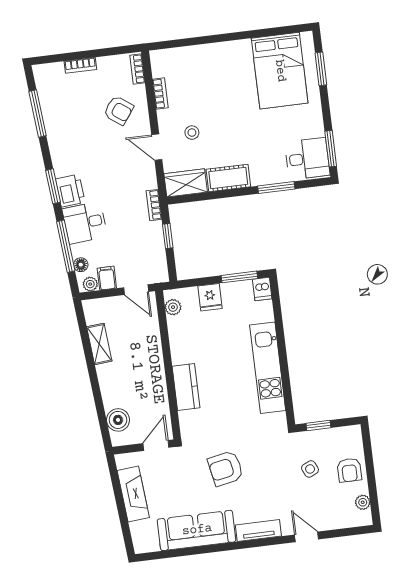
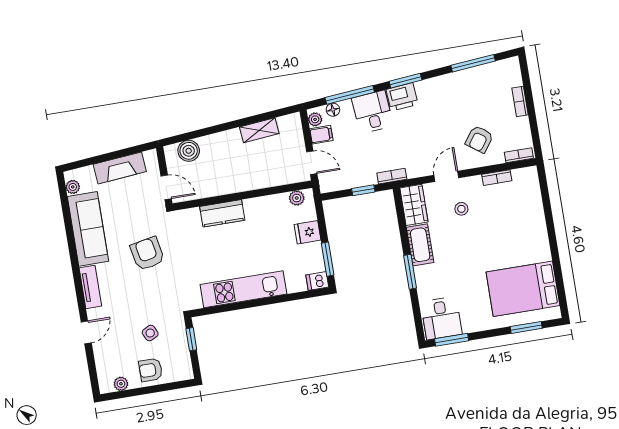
window: (276, 187) -> (410, 272), moved
door: (136, 290) -> (312, 163), swing flipped
plant: (151, 545) -> (73, 187), added

